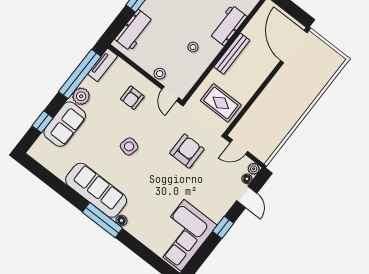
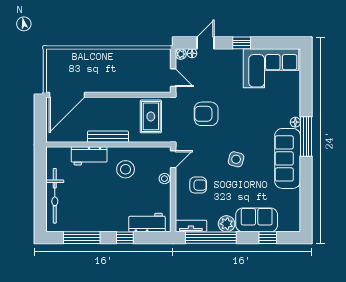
stool: (193, 47) -> (126, 169), width x1.89, depth x1.89

